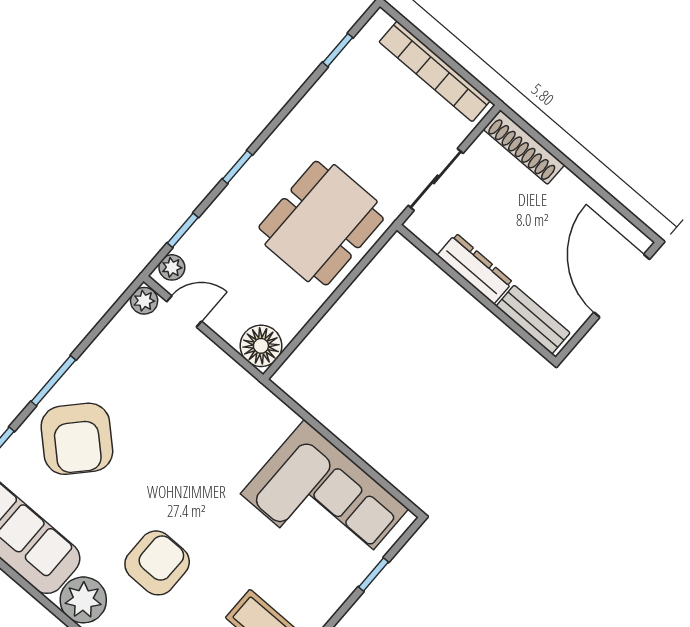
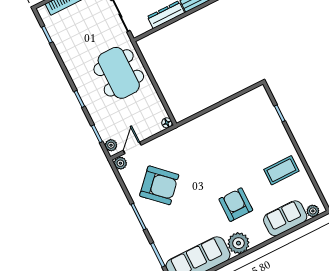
floor lamp: (261, 346) -> (167, 123), width x0.53, depth x0.53
armchair: (77, 439) -> (159, 185), moved
corner sofa: (325, 501) -> (239, 121), removed

